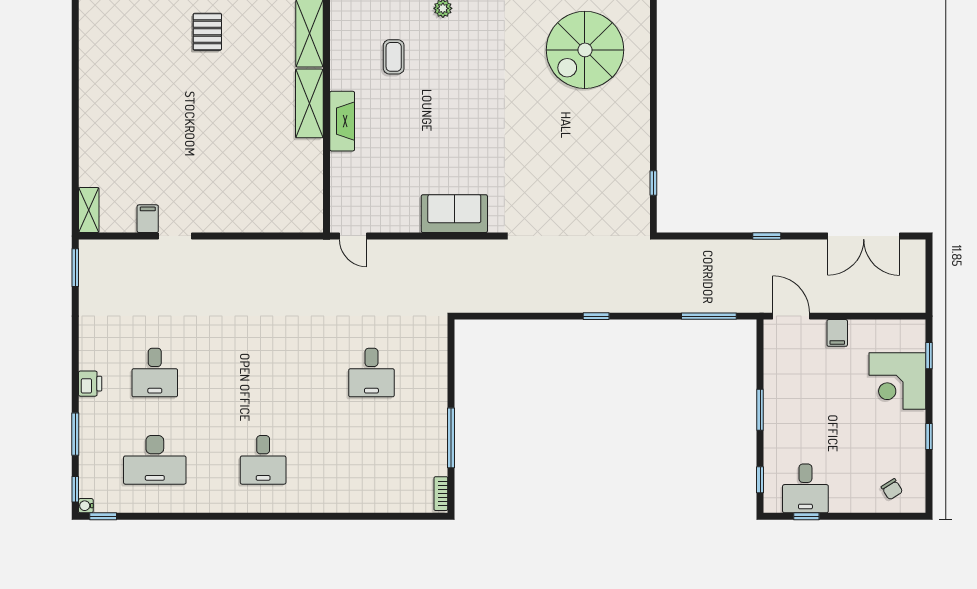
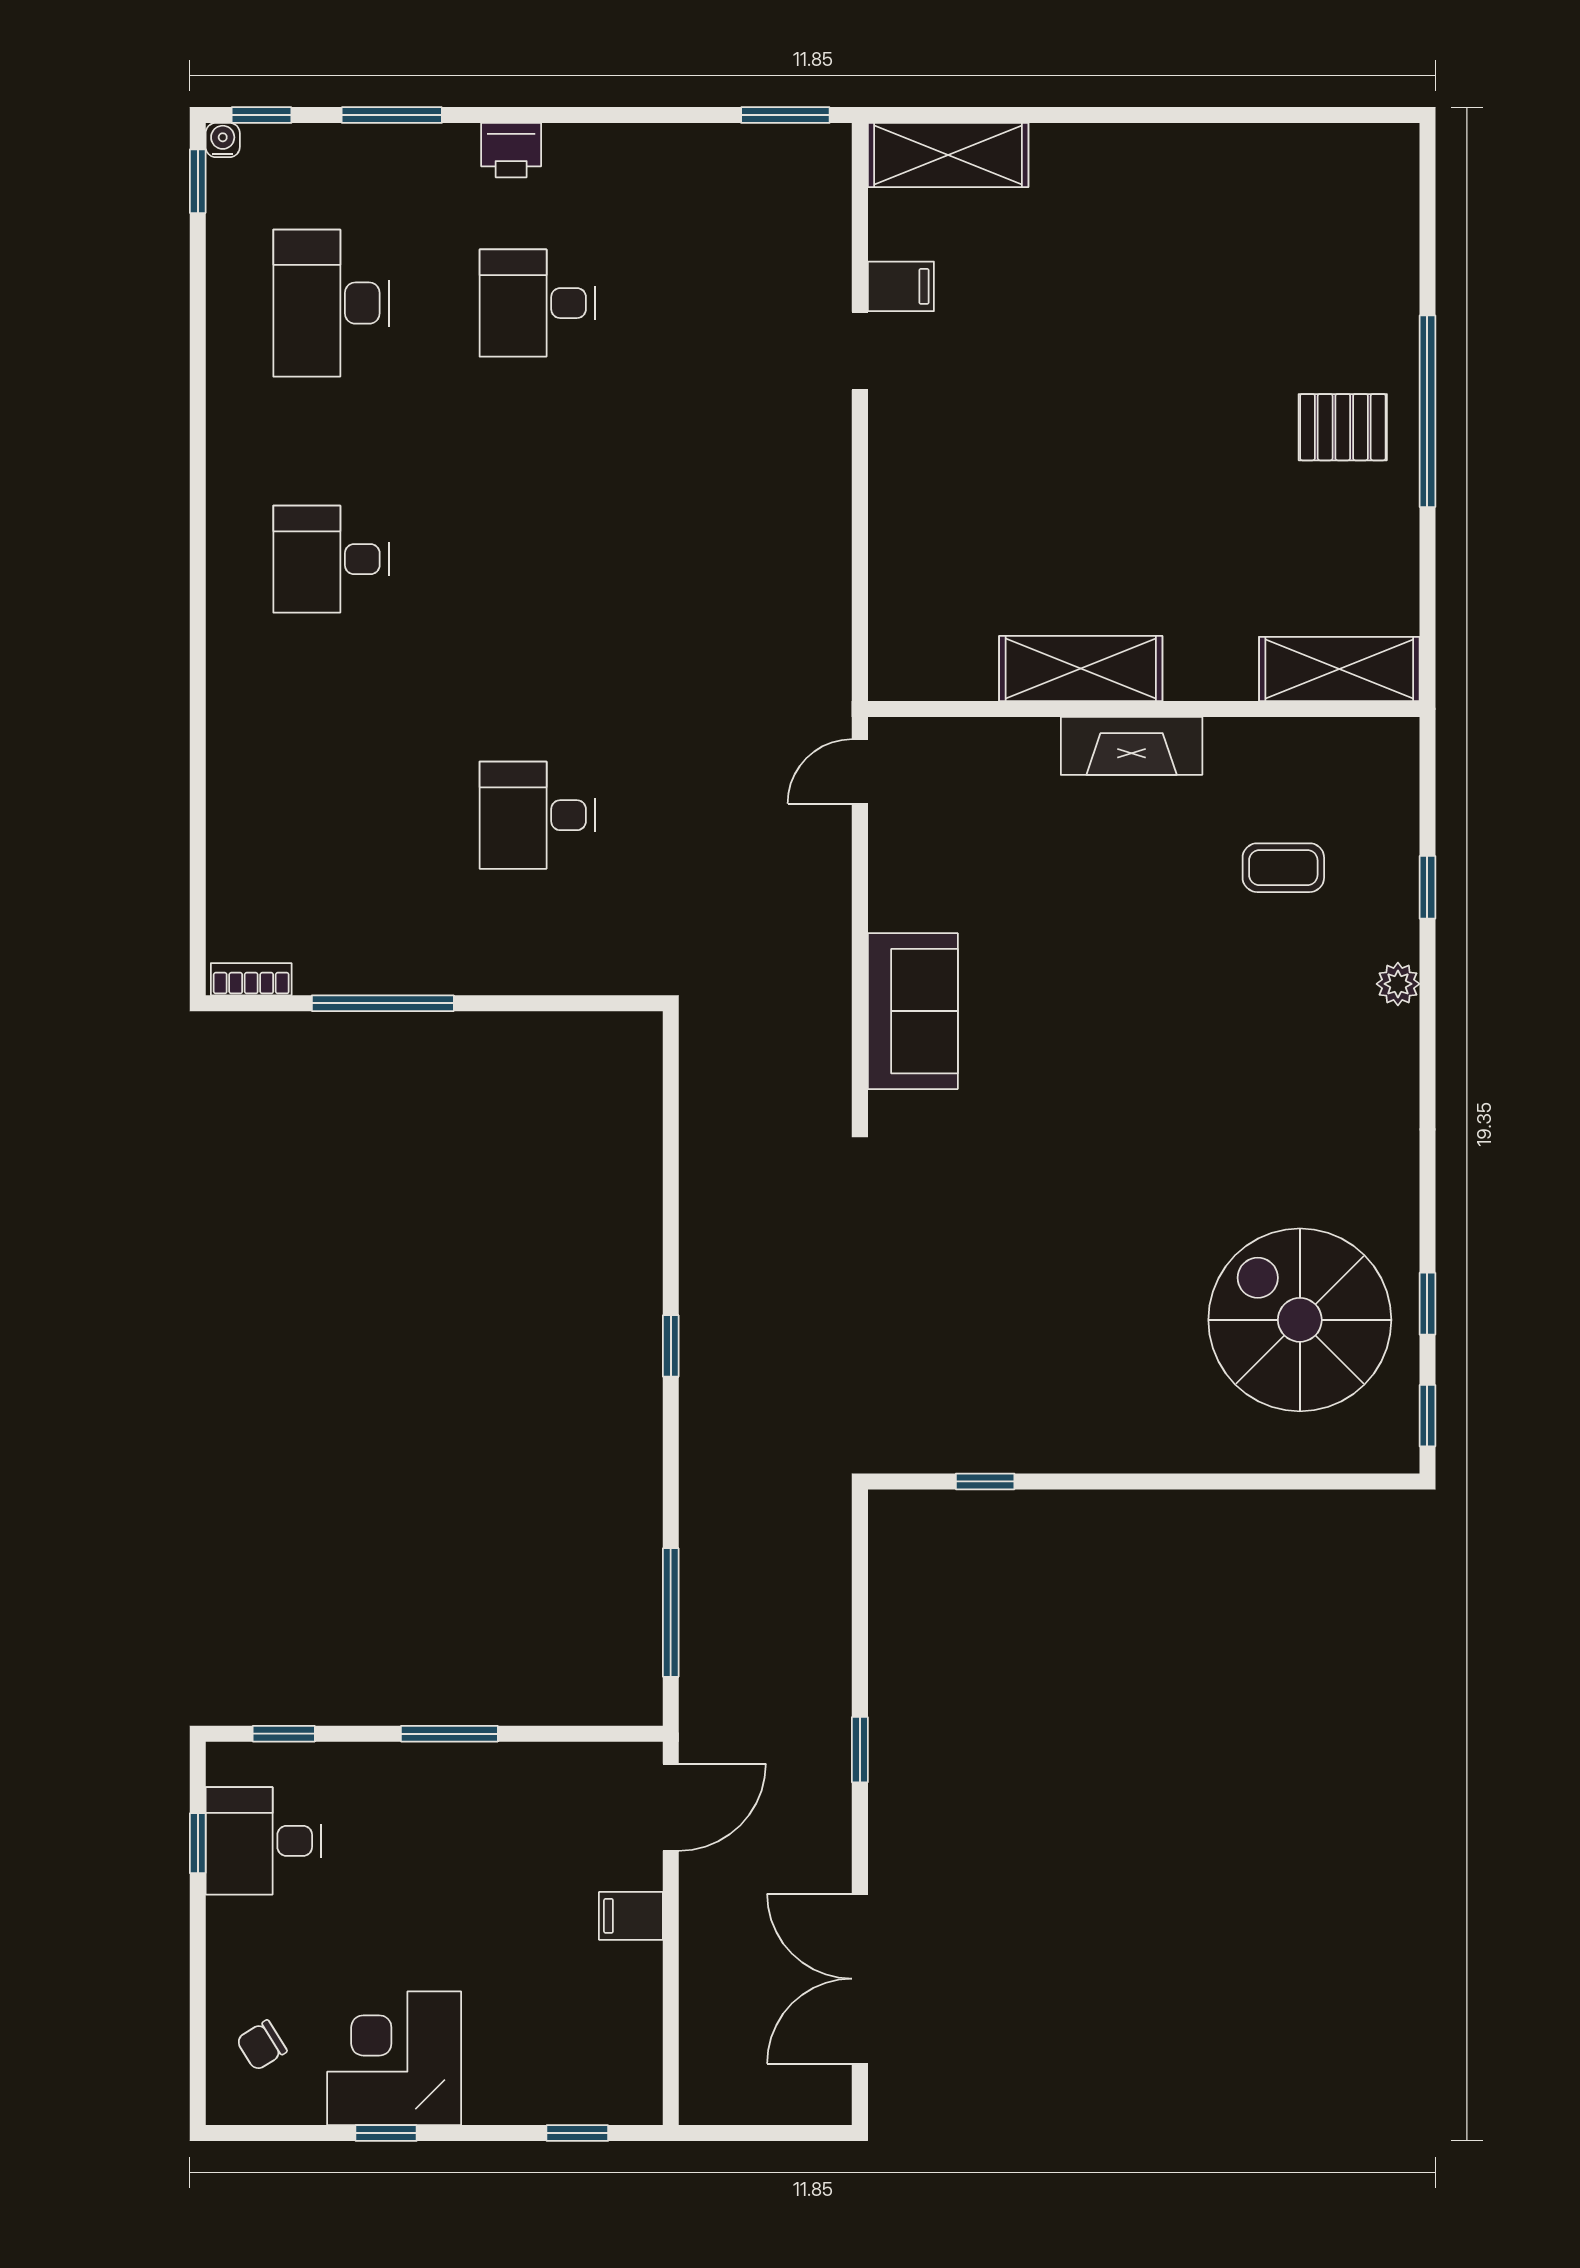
shelving: (309, 103) -> (1081, 668), moved
shelving: (89, 210) -> (948, 155), width x1.50, depth x1.33
corner desk: (897, 381) -> (394, 2058), moved

